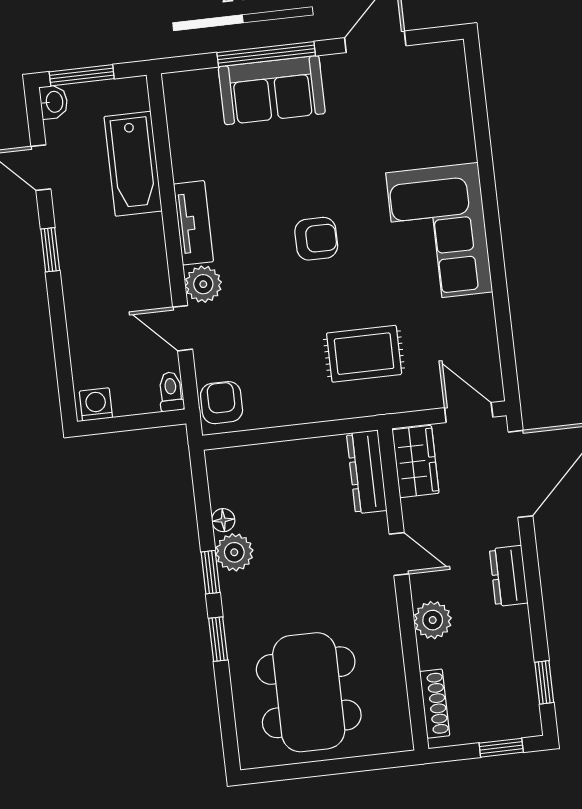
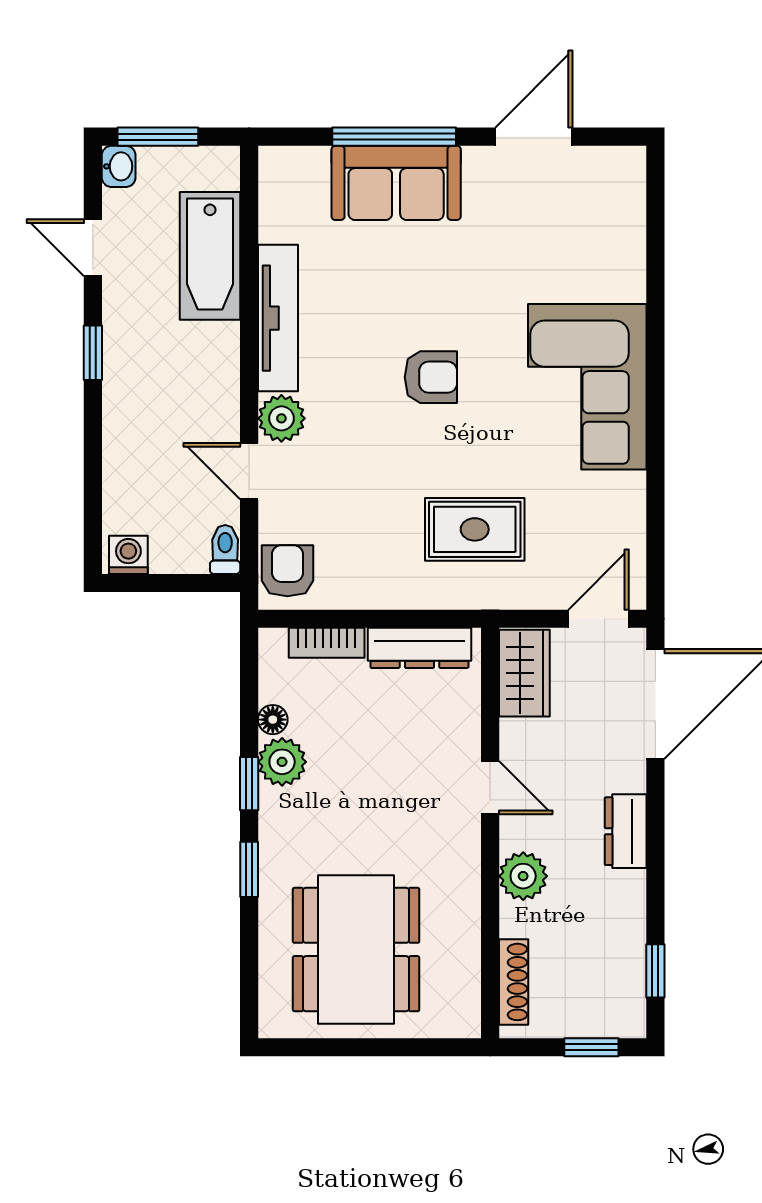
tv unit: (193, 223) -> (278, 318), width x1.41
door: (469, 412) -> (599, 619), hinge flipped
bookcase: (258, 455) -> (327, 643), added
dresser: (367, 472) -> (419, 648), moved, turned -90

